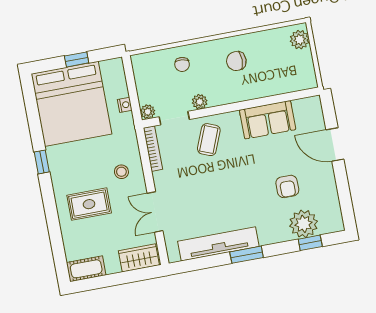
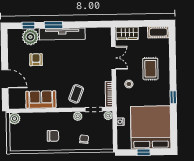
plant: (300, 40) -> (14, 119), moved
rug: (89, 204) -> (150, 69), turned 90
tv unit: (218, 244) -> (62, 34), moved
window: (247, 255) -> (53, 25), moved

